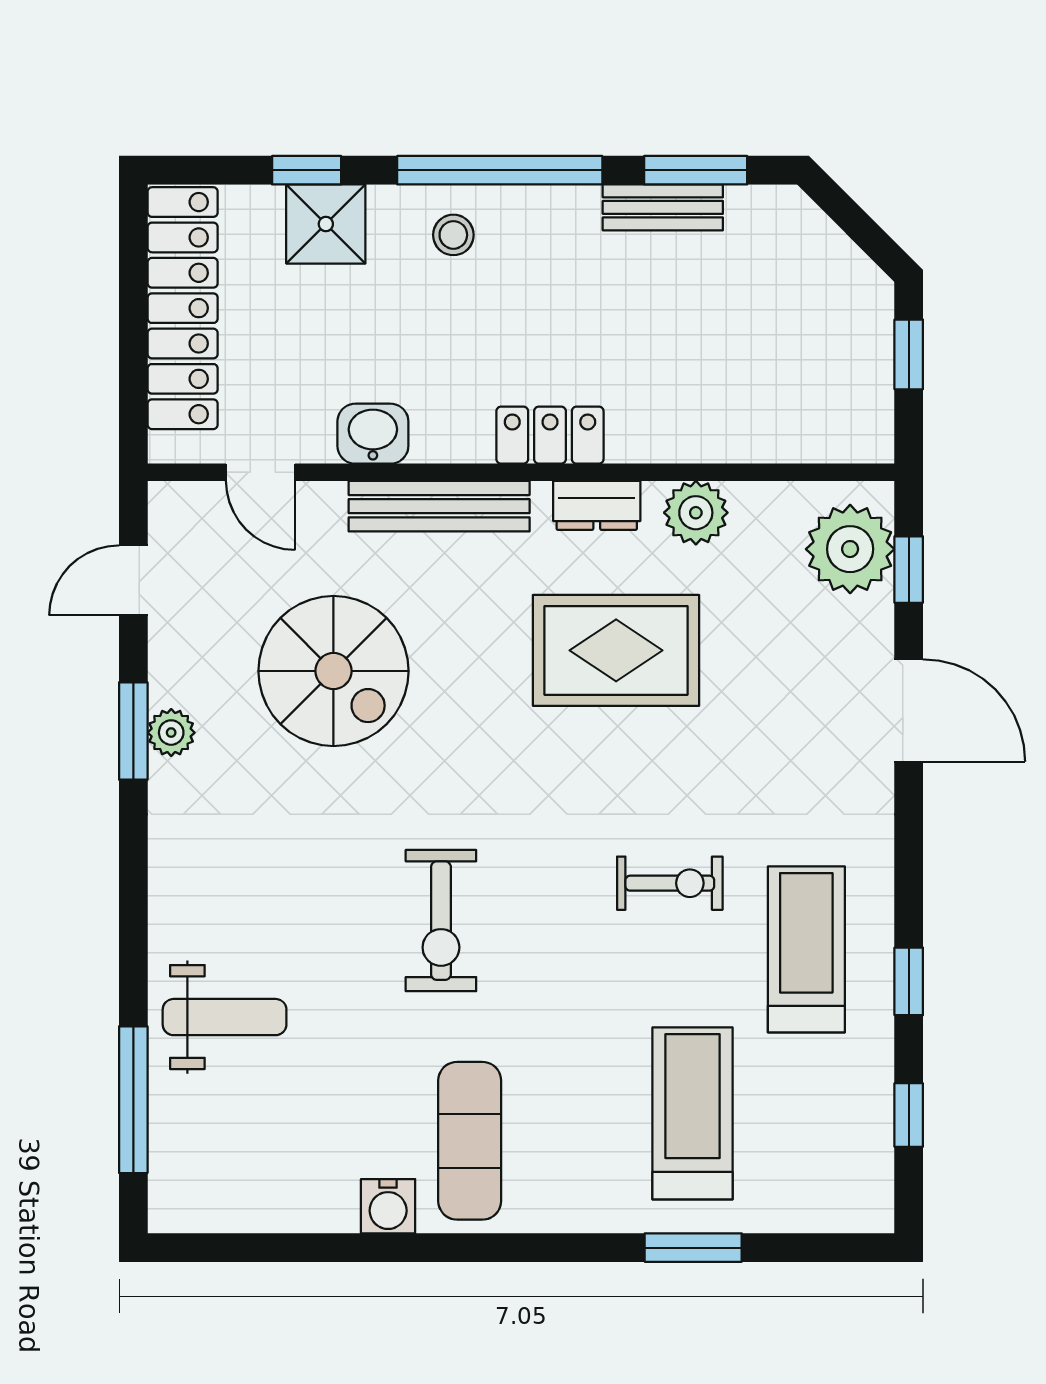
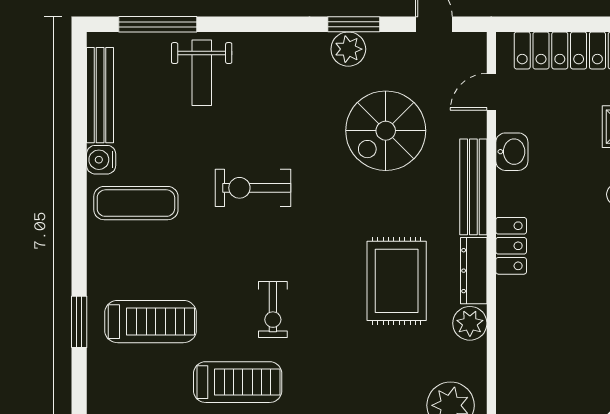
dresser: (597, 505) -> (474, 271), width x1.44
plant: (171, 733) -> (348, 49), width x1.38, depth x1.38
bench: (267, 1208) -> (100, 95), added

